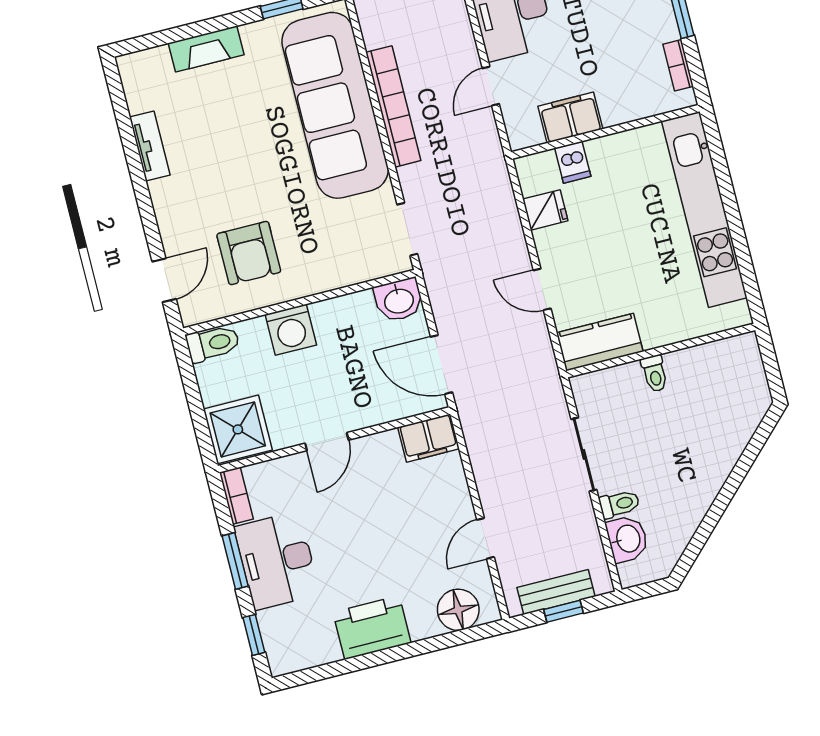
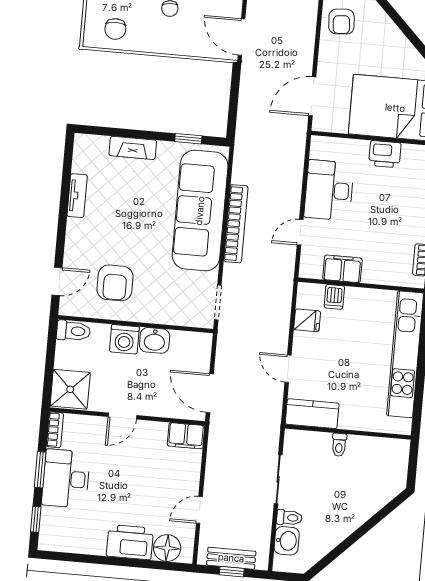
washbasin: (399, 300) -> (155, 340), moved
printer: (372, 628) -> (130, 542), moved

